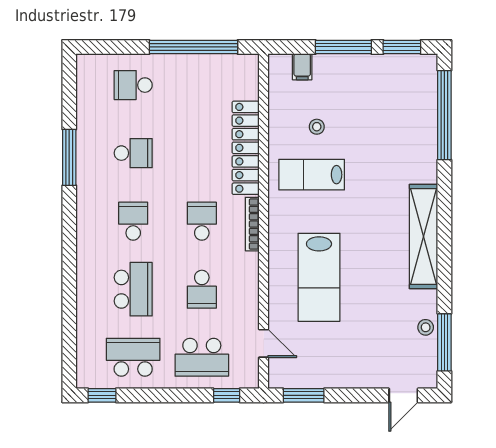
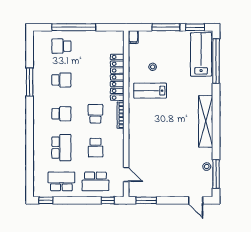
window: (193, 47) -> (74, 27), moved
filing cabinet: (302, 67) -> (133, 37), moved
school desk: (133, 221) -> (61, 114), turned 90
lab bench: (319, 277) -> (201, 54), moved, turned 180
door: (403, 395) -> (196, 200), hinge flipped

